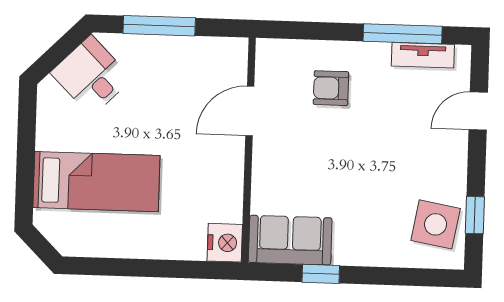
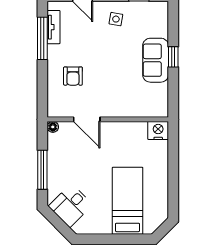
floor lamp: (238, 48) -> (53, 127), added
side table: (436, 224) -> (116, 19), moved, width x0.54, depth x0.54
sofa: (290, 240) -> (156, 60), moved
window: (321, 274) -> (173, 57), moved

